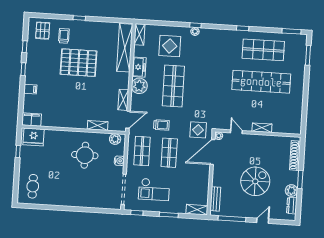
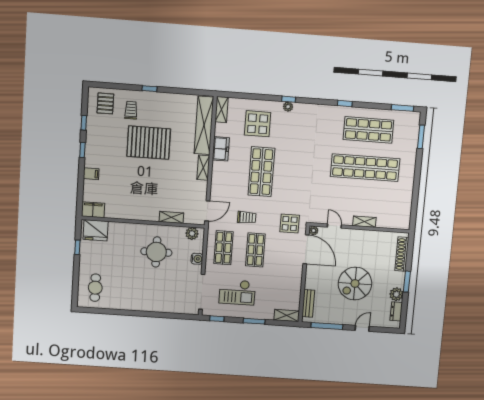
plant: (139, 86) -> (221, 171), removed
shelving: (123, 100) -> (203, 168), moved
door: (212, 152) -> (306, 249), swing flipped
spiral stairs: (255, 181) -> (355, 284), turned 180

